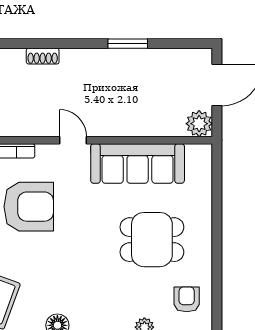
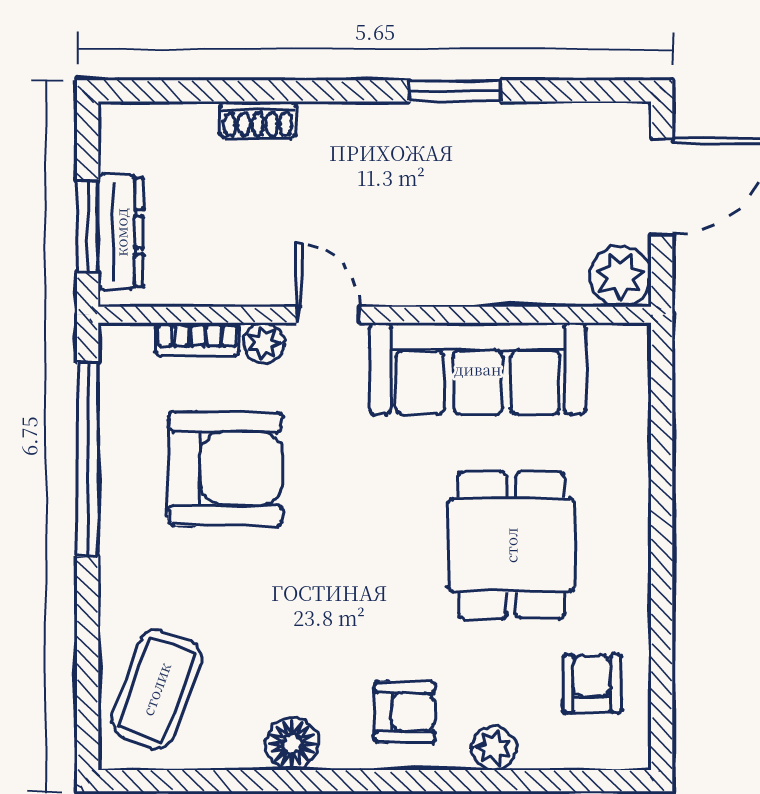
plant: (45, 152) -> (264, 343), added
dining table: (152, 240) -> (511, 545), turned 90
armchair: (106, 312) -> (405, 712), added

